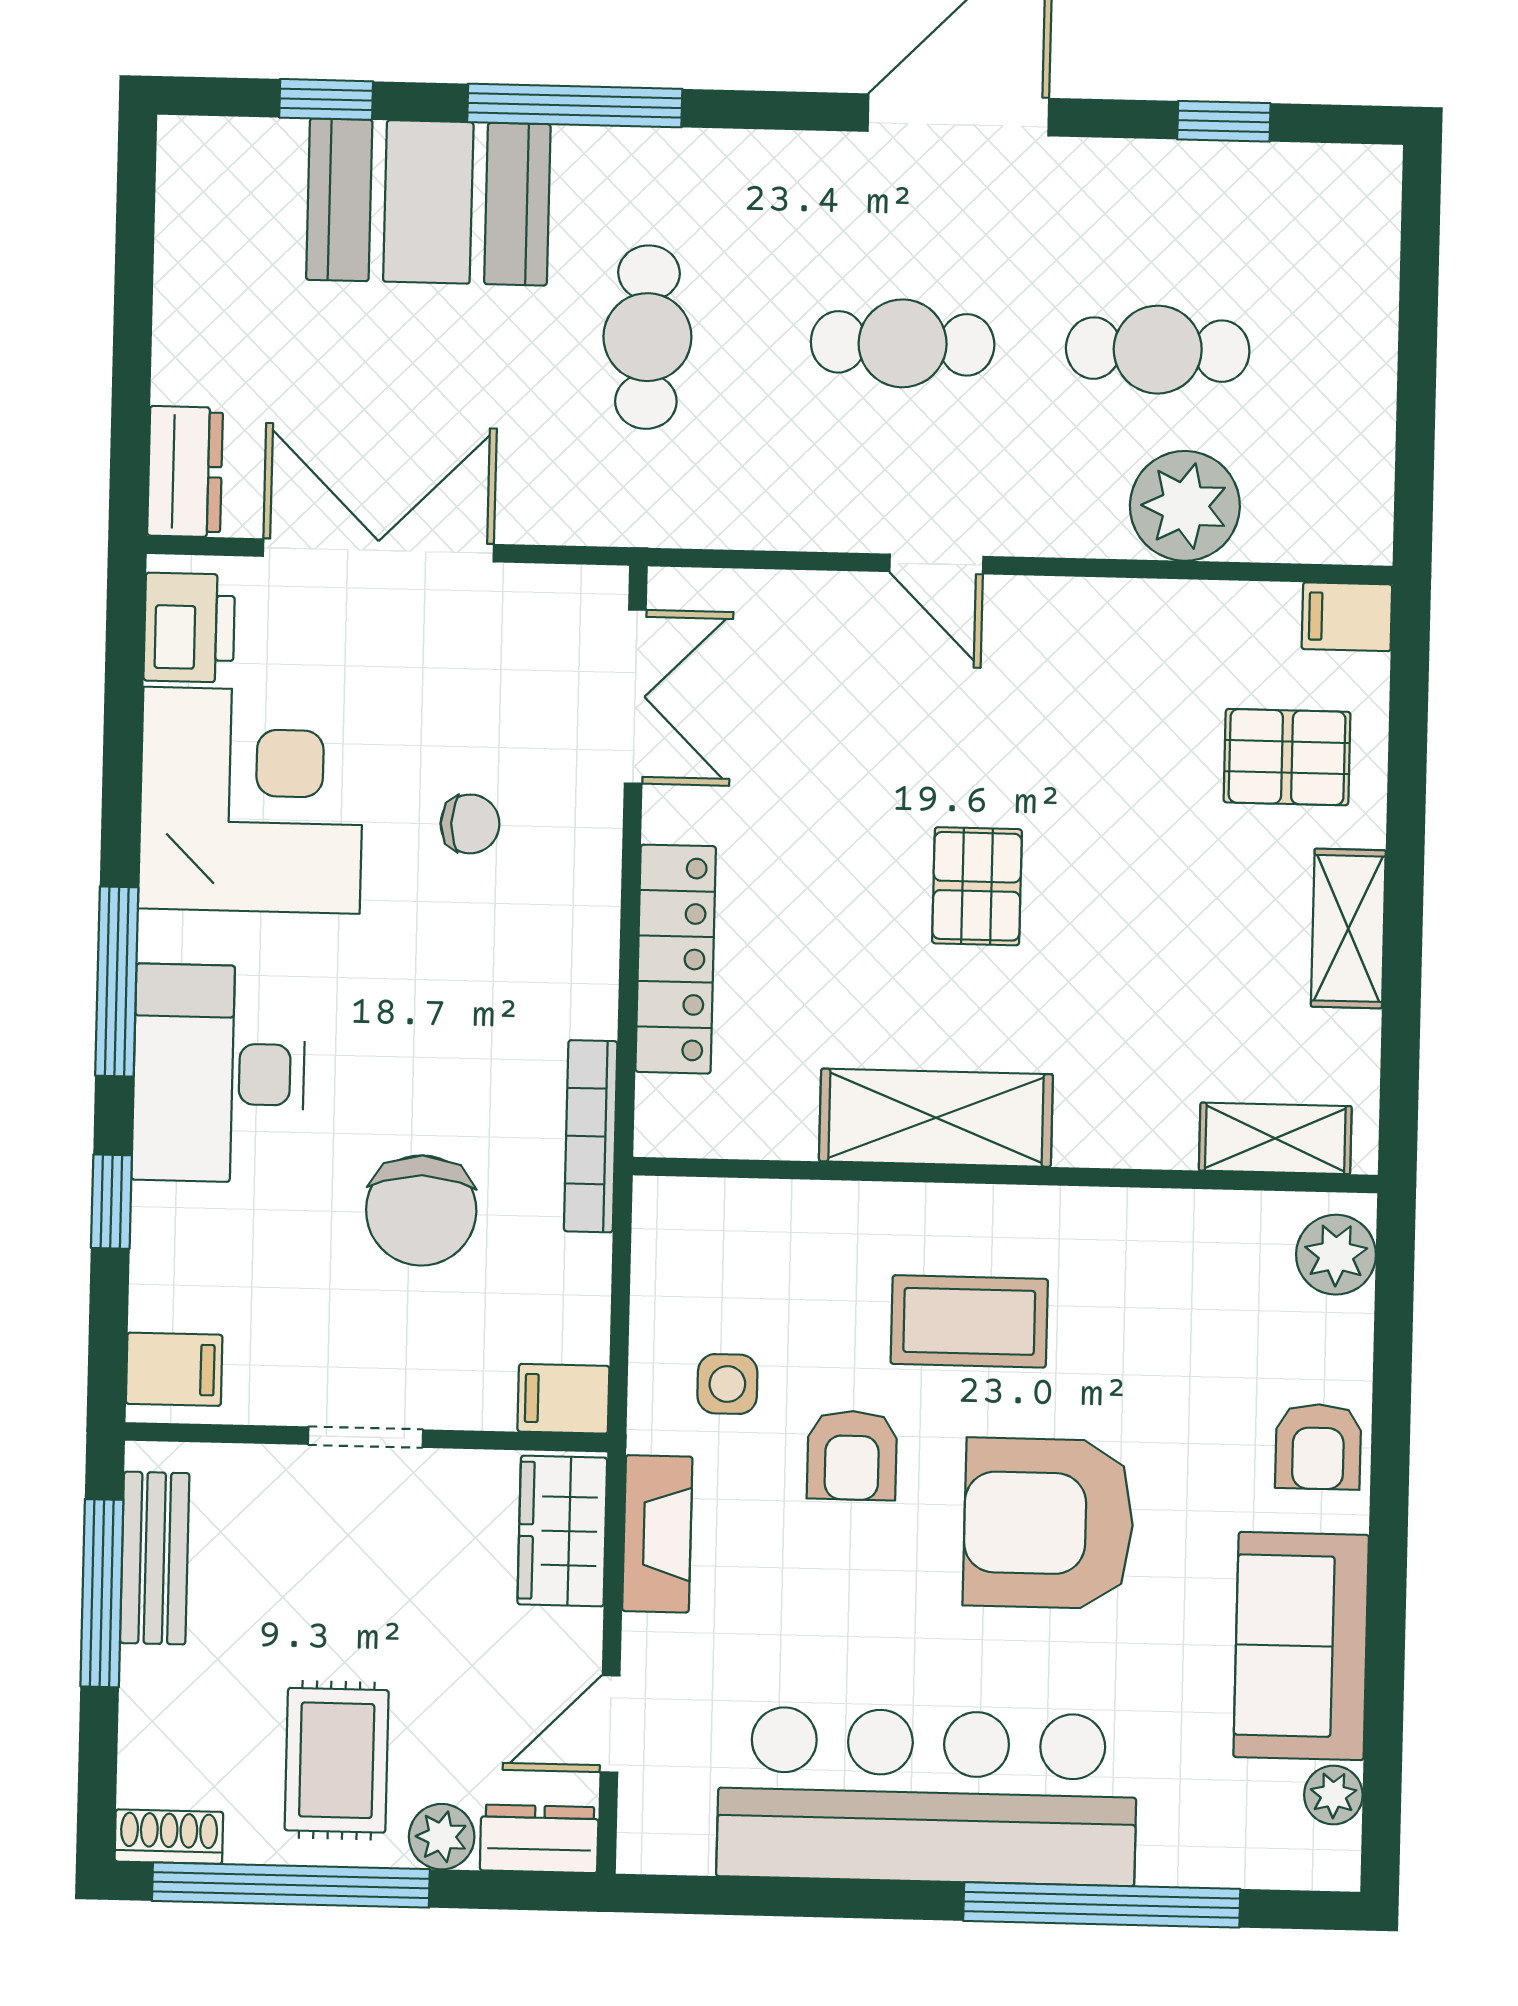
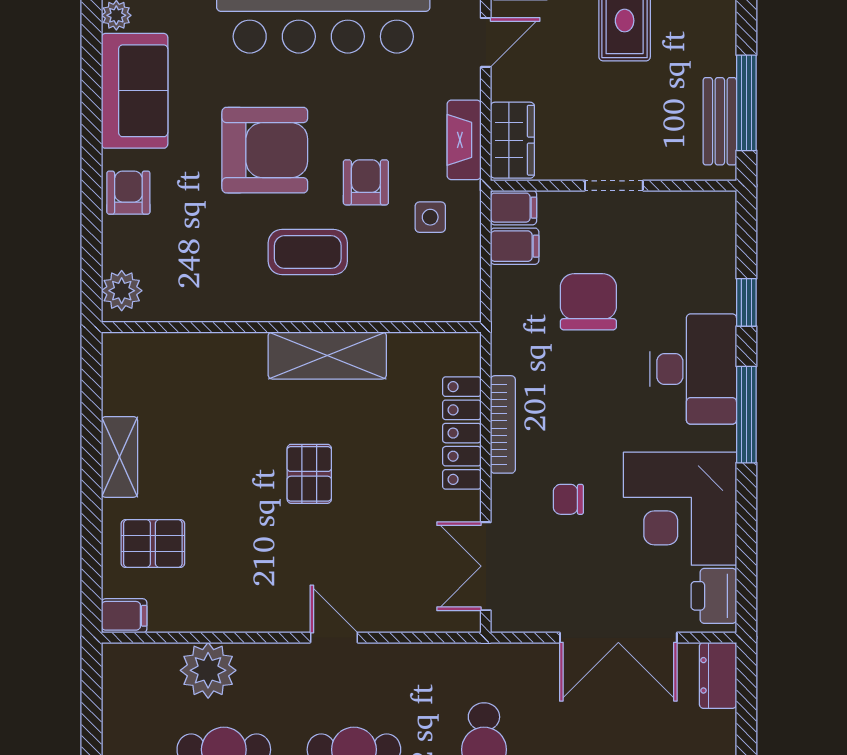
bookcase: (591, 1136) -> (503, 424), moved
shelving: (1275, 1138) -> (154, 349), removed
filing cabinet: (174, 1369) -> (515, 246), moved, turned 180

